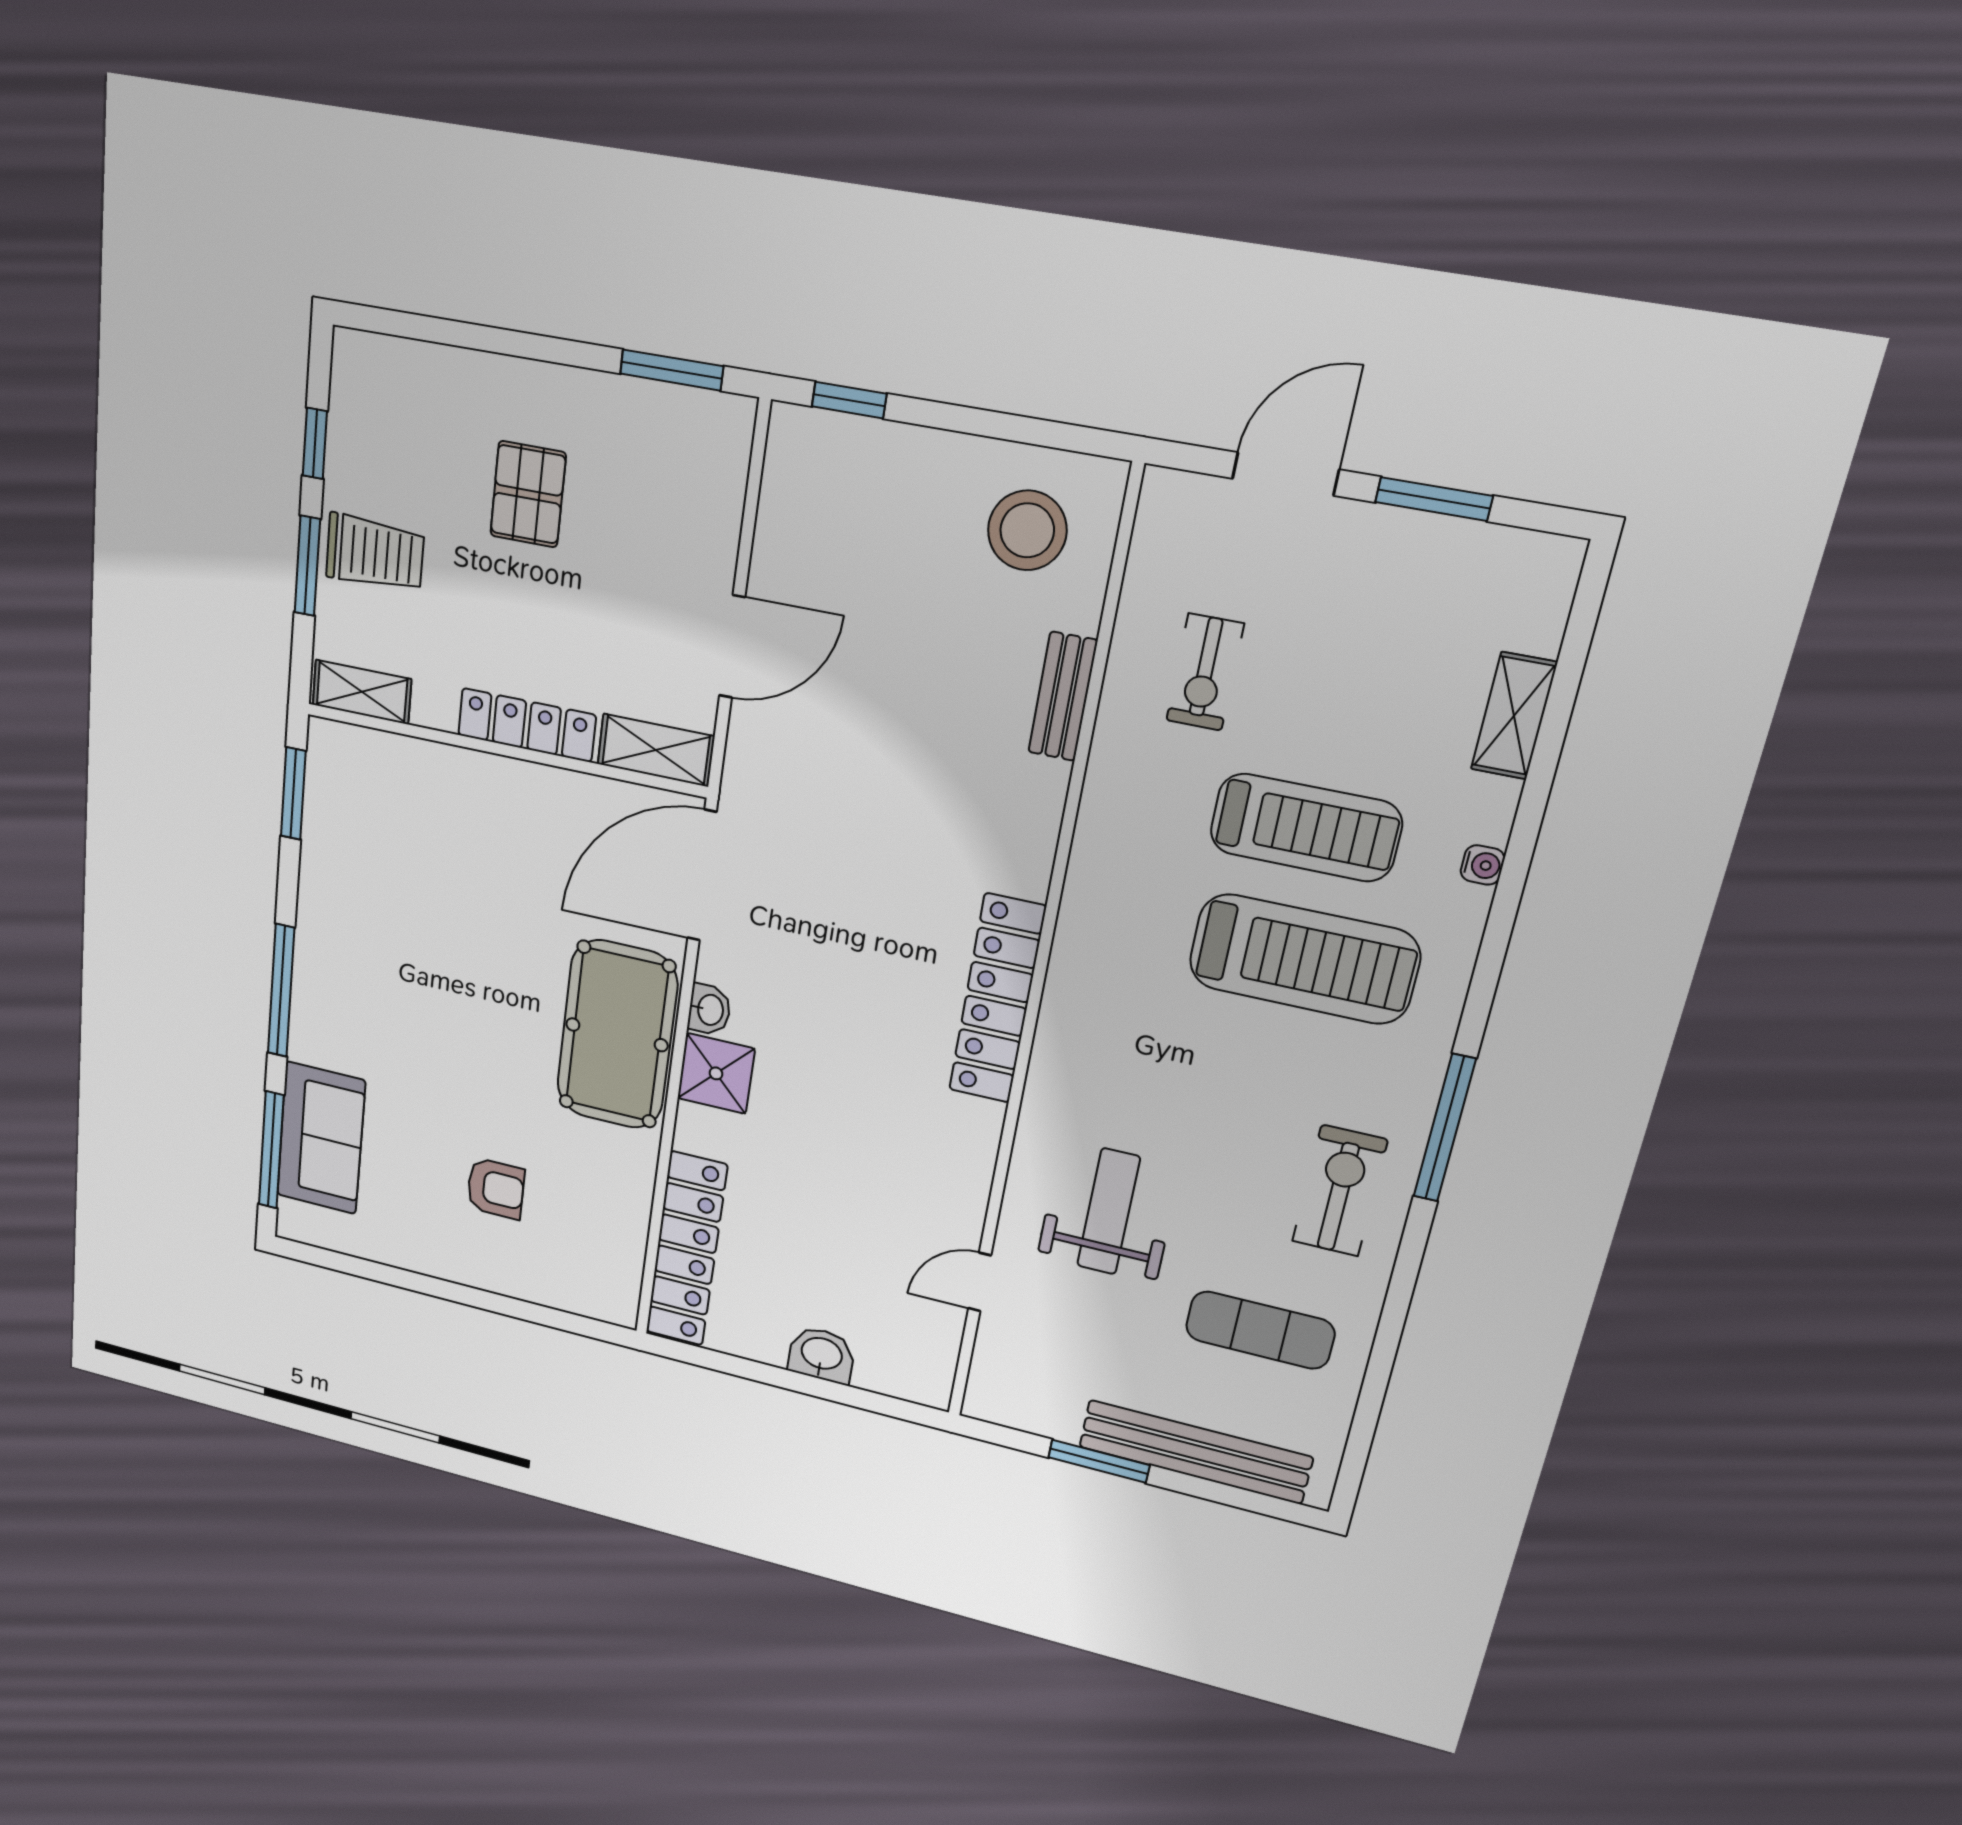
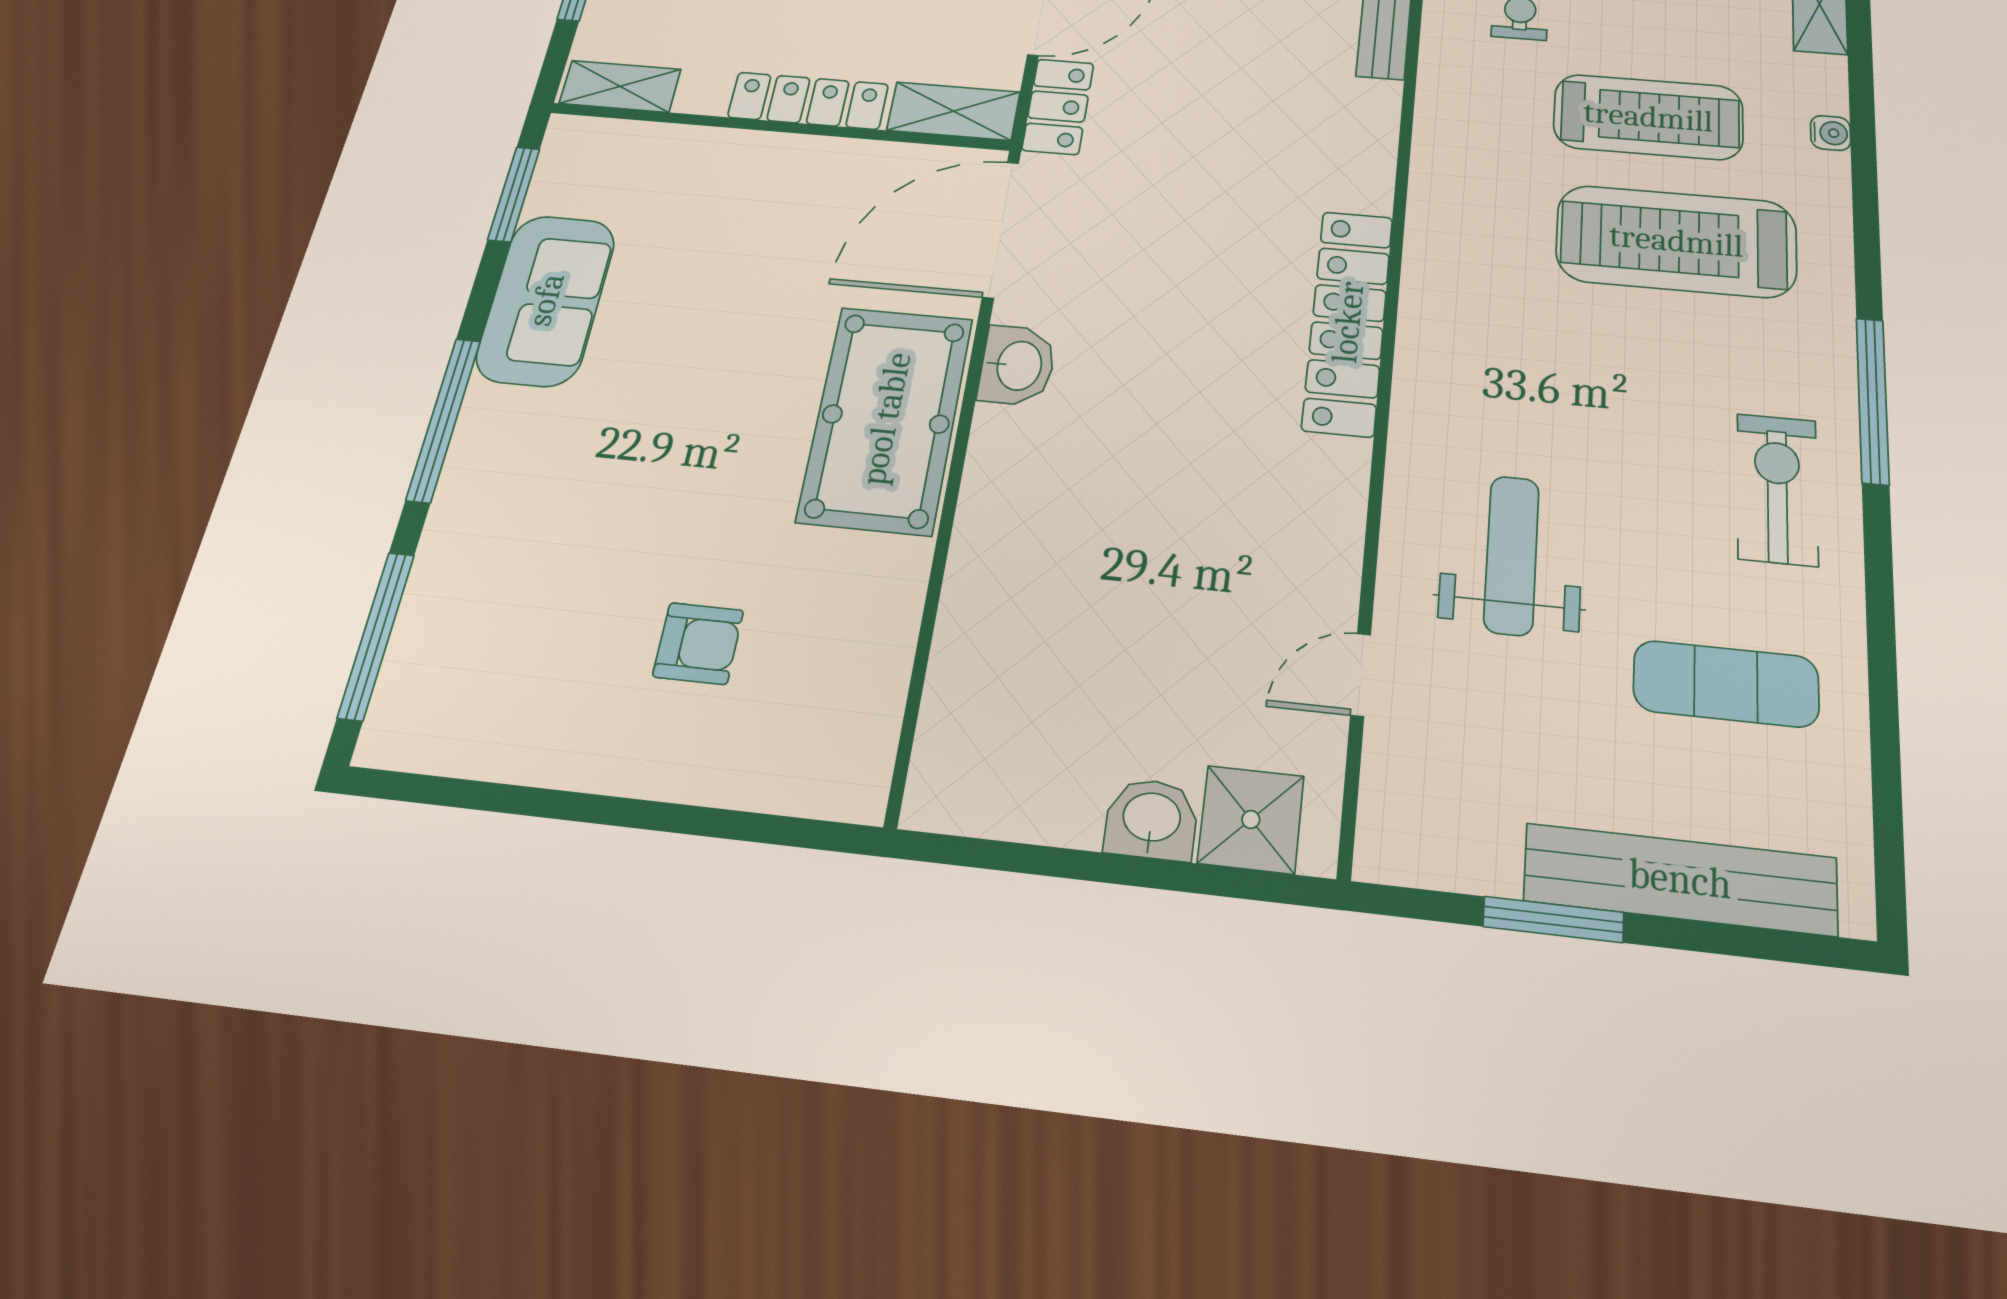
treadmill: (1304, 959) -> (1676, 241), turned 180
washbasin: (709, 1010) -> (1017, 365), width x1.38, depth x1.45
shower: (716, 1073) -> (1251, 820), moved
sofa: (321, 1138) -> (546, 300), moved
locker: (686, 1249) -> (1058, 107), moved, width x0.46, depth x0.83

